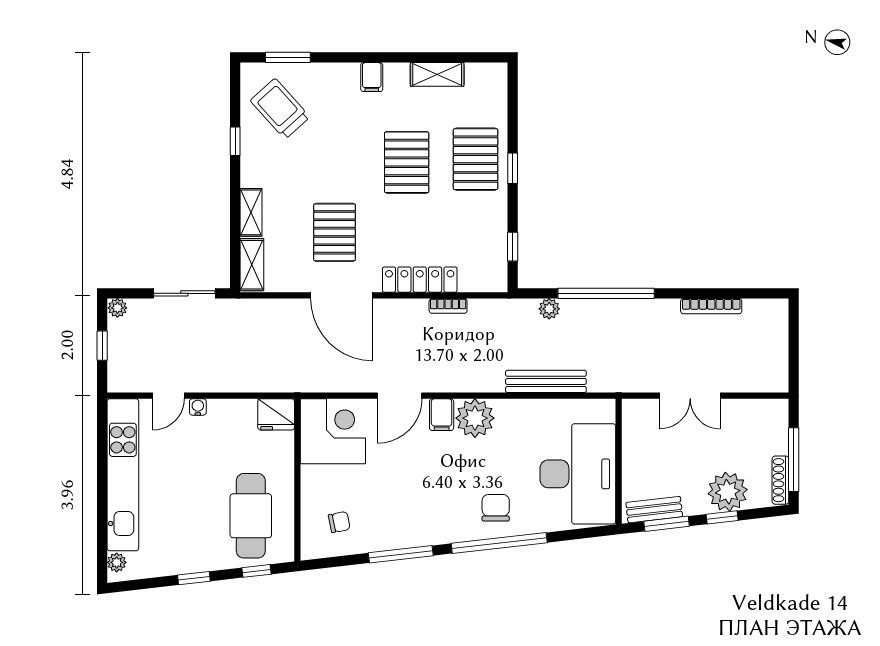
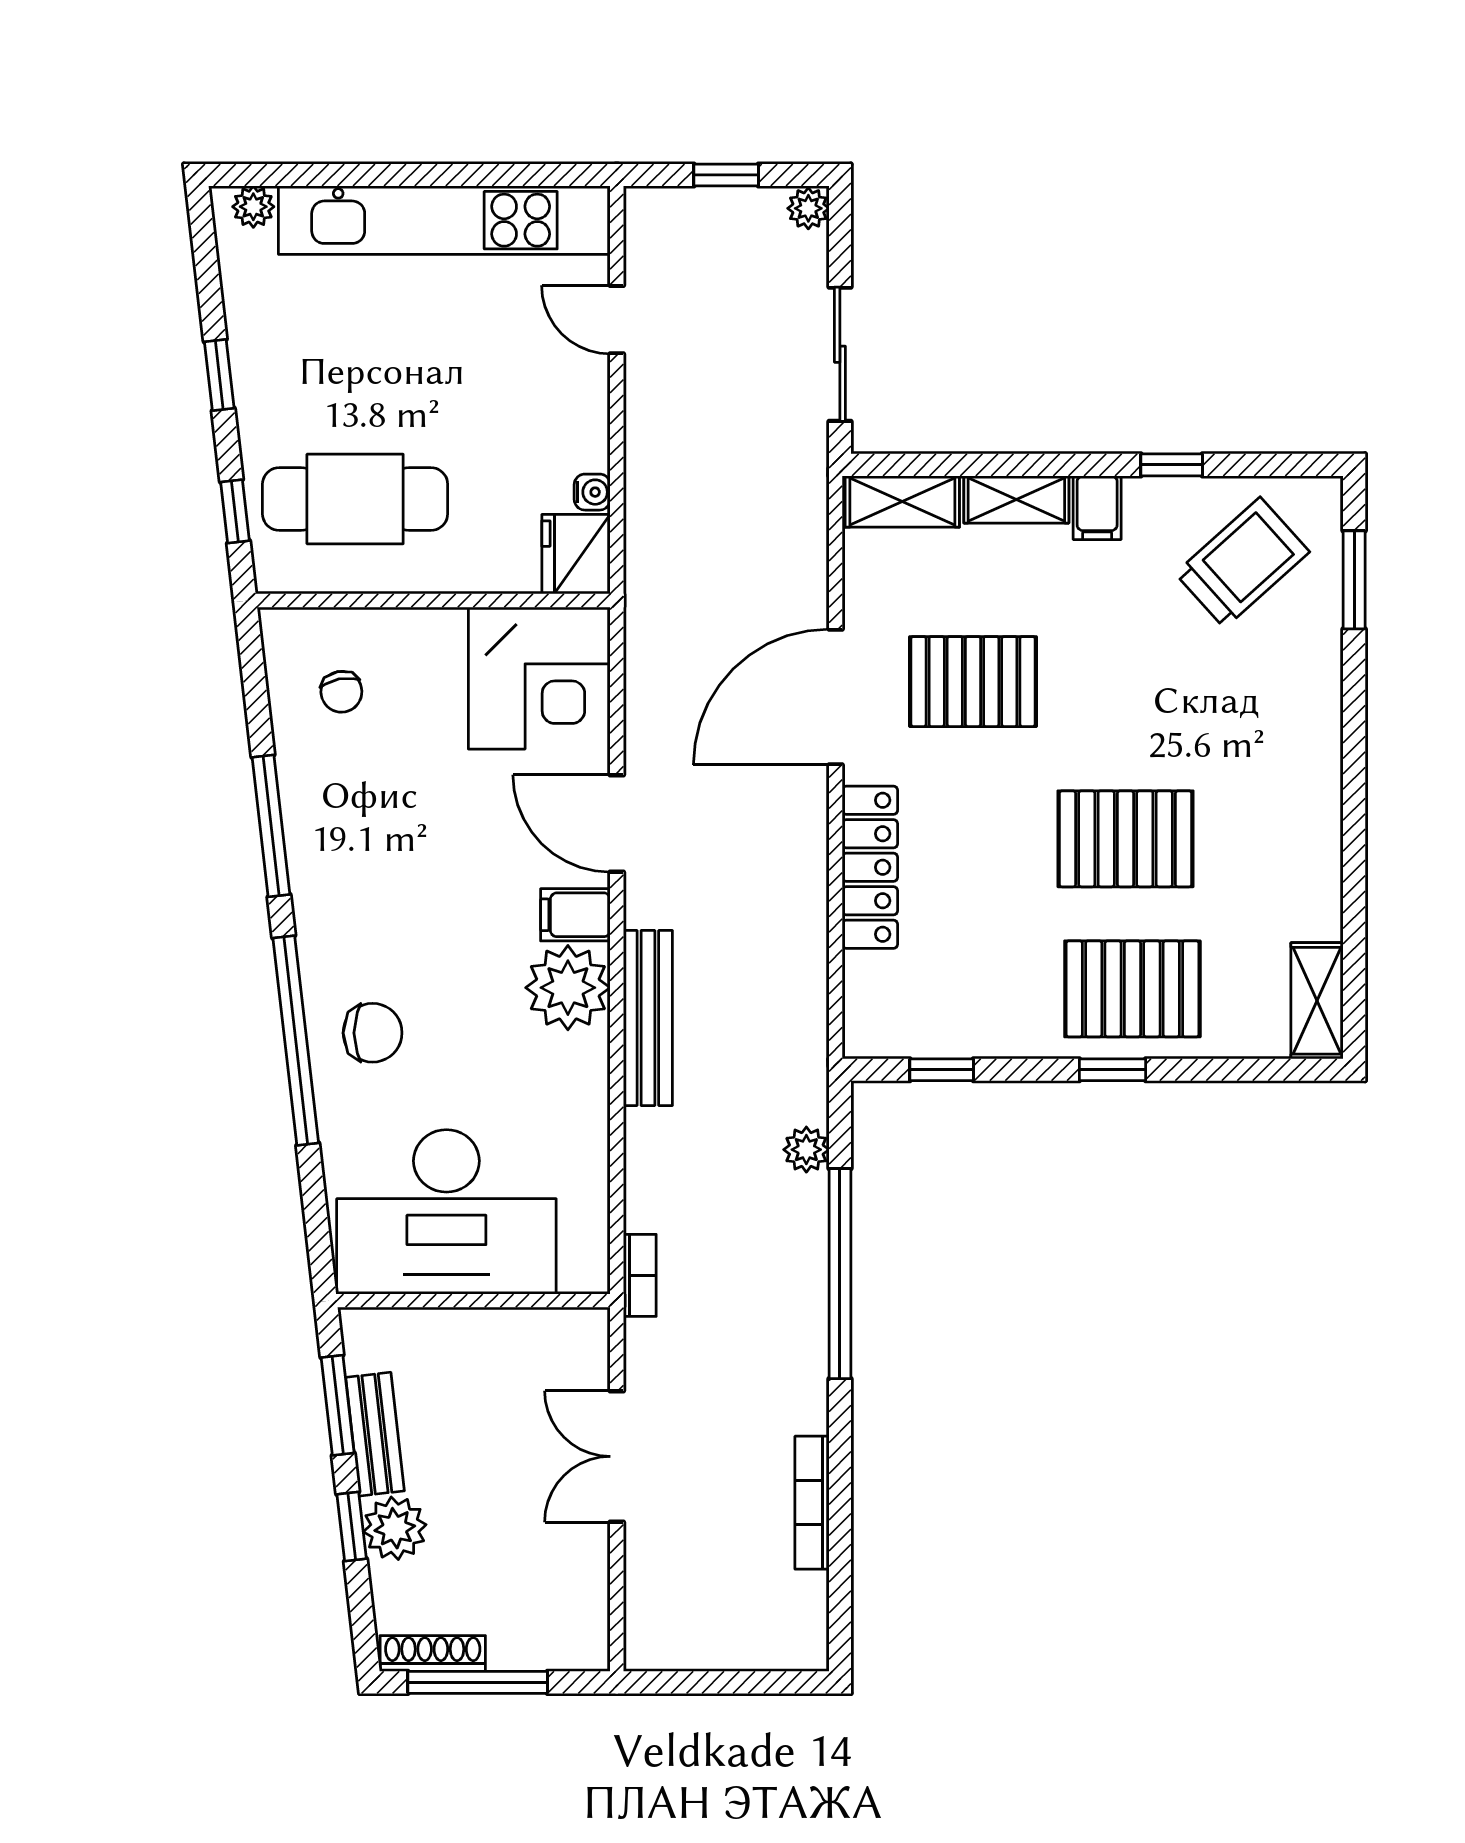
shelving: (437, 74) -> (1317, 1001), moved
filing cabinet: (372, 77) -> (1097, 508), moved, turned -90
bookcase: (448, 306) -> (640, 1275), moved, turned 180
bench: (546, 381) -> (648, 1018), moved
water cooler: (198, 407) -> (592, 492), moved
plant: (728, 492) -> (395, 1528), width x0.73, depth x0.73
bench: (654, 510) -> (375, 1434), moved

